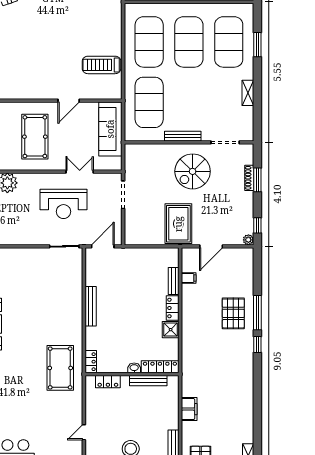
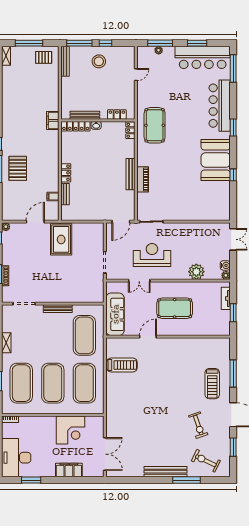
pool table: (35, 137) -> (175, 308), turned 90
spiral stairs: (193, 171) -> (50, 281), removed
piano: (75, 300) -> (143, 179), added
shower: (171, 330) -> (67, 156), removed
filing cabinet: (189, 409) -> (53, 120), moved

